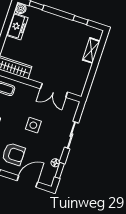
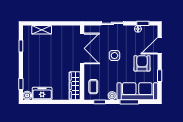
double door: (54, 90) -> (82, 48), width x1.37
door: (27, 181) -> (160, 46), hinge flipped

